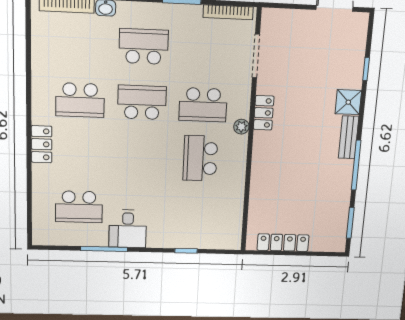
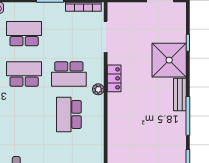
shower: (348, 102) -> (169, 60), width x1.86, depth x1.86

